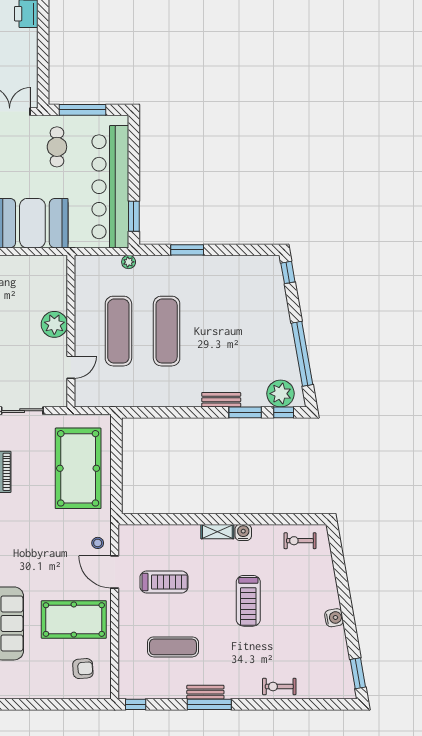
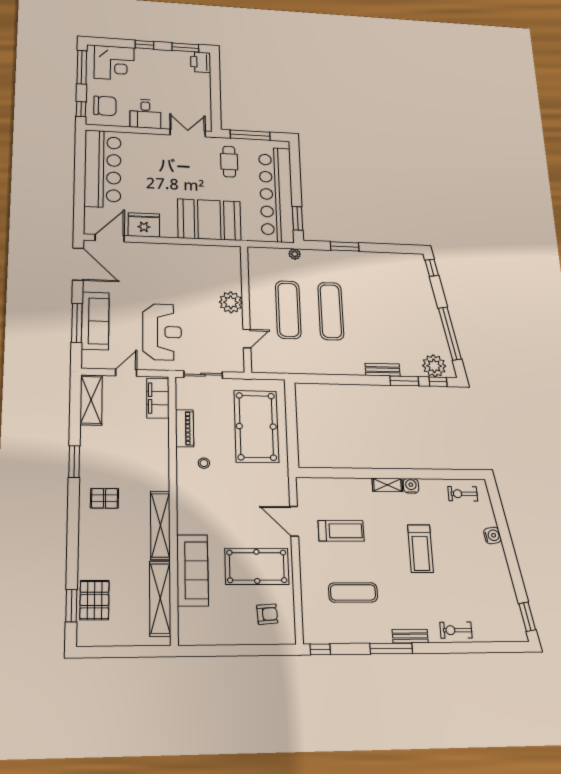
stool: (98, 543) -> (204, 463), moved
water cooler: (334, 618) -> (492, 535), moved
bench: (205, 692) -> (410, 636), moved

